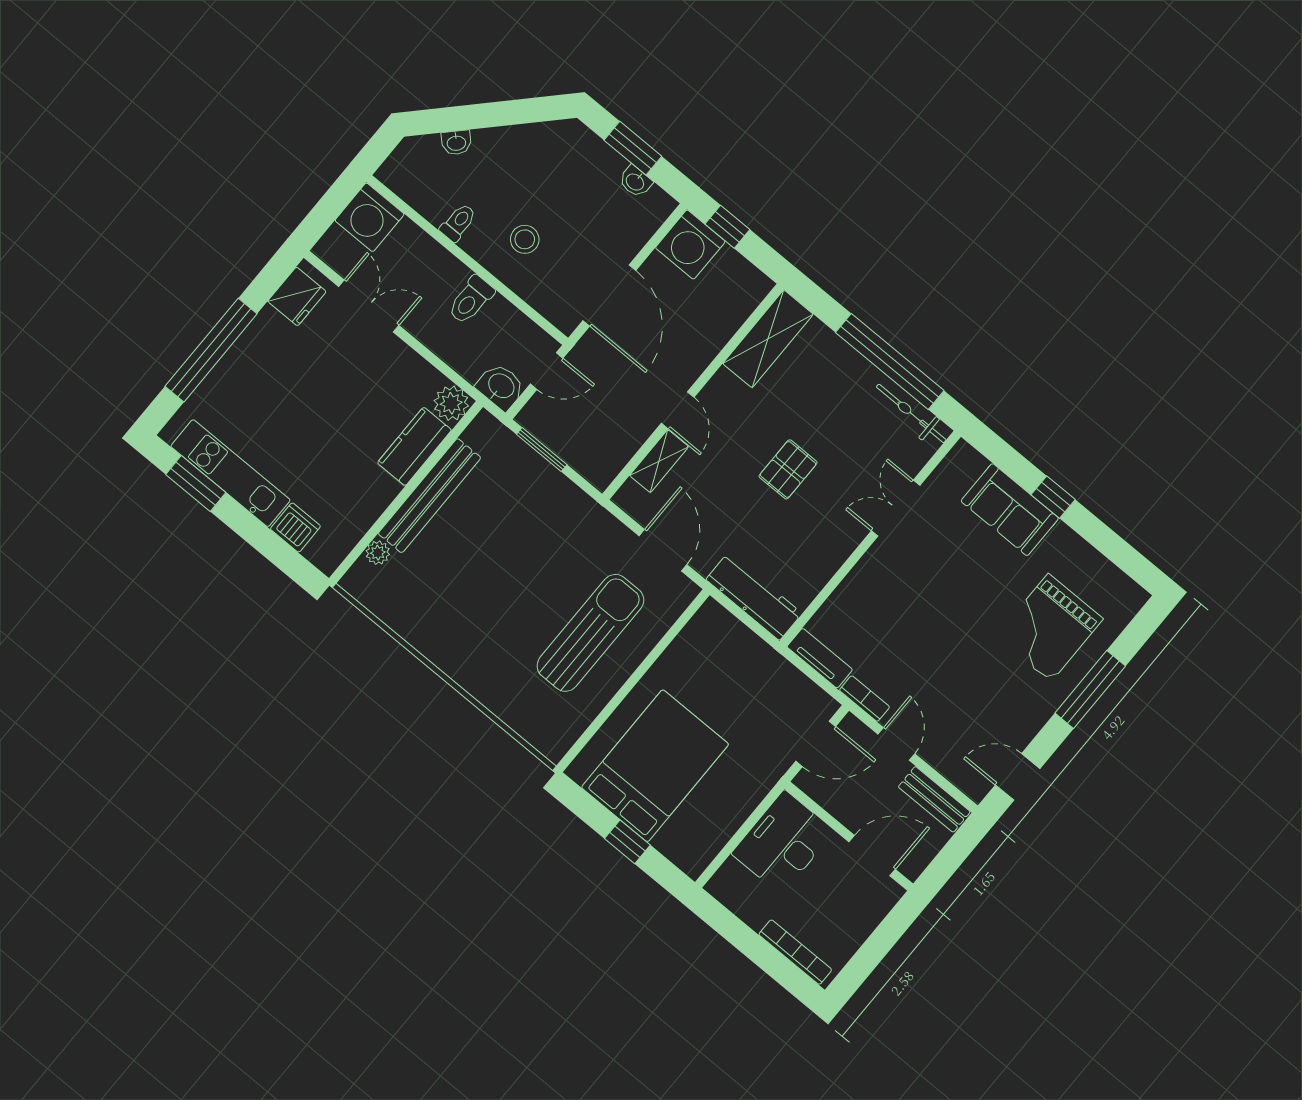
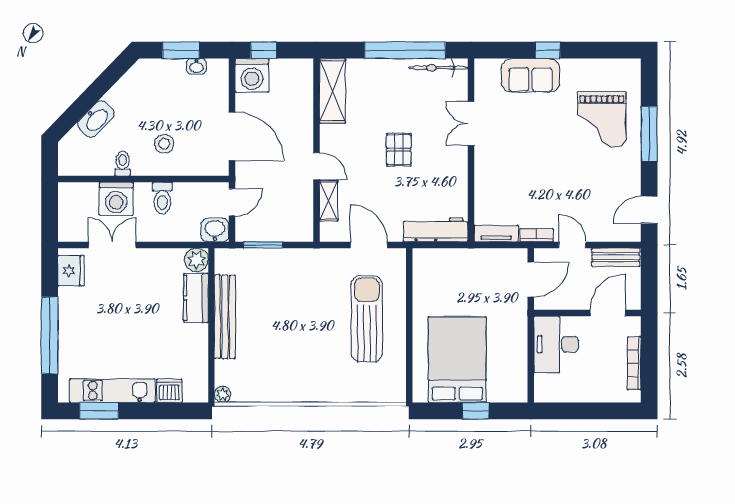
washbasin: (456, 143) -> (96, 119), width x1.91, depth x1.45
washing machine: (370, 217) -> (116, 199), moved
plant: (378, 553) -> (223, 394), moved
bookcase: (795, 952) -> (634, 363), moved, turned -90

